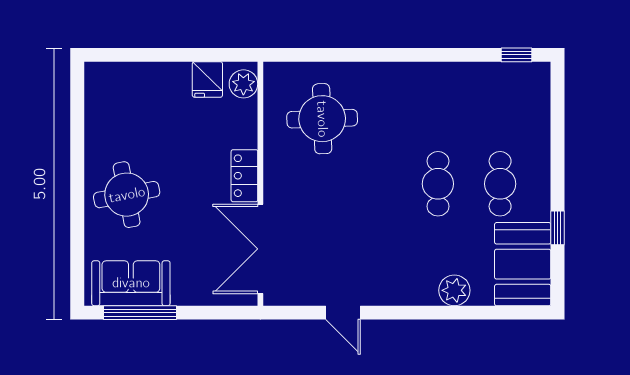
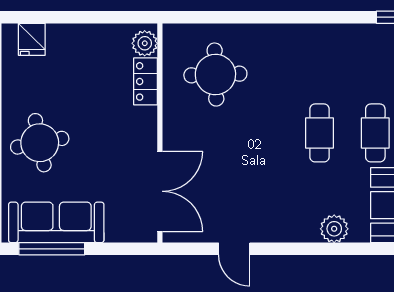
fridge: (207, 80) -> (32, 39), moved
locker: (244, 176) -> (146, 81), moved
double door: (260, 249) -> (160, 191), swing flipped
sofa: (131, 283) -> (56, 222), width x1.36

